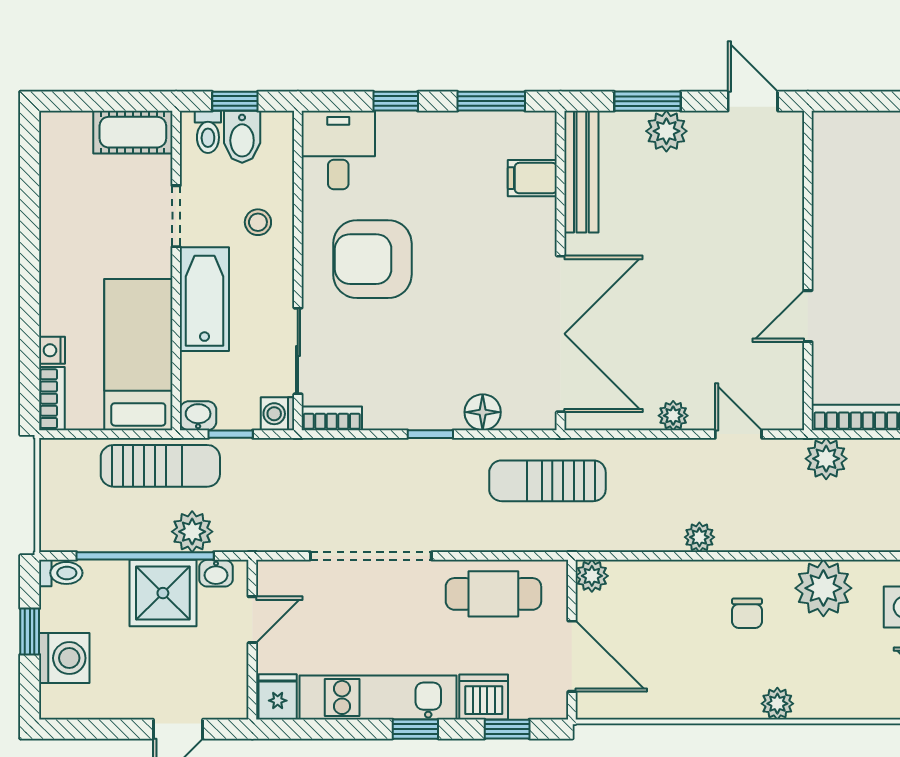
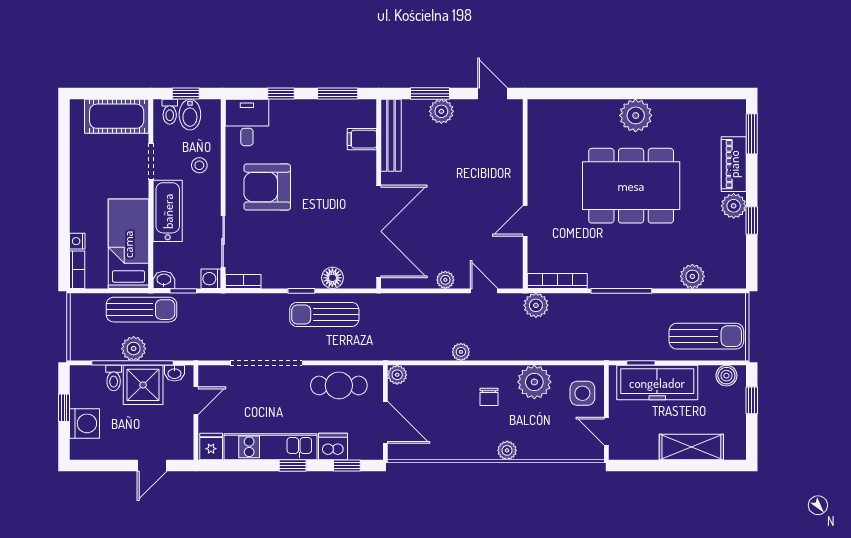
cot: (133, 132) -> (117, 116), width x1.37, depth x1.34
sun lounger: (547, 481) -> (324, 314), moved
plant: (192, 532) -> (134, 349), moved
toilet: (61, 573) -> (114, 378), moved, turned 90

